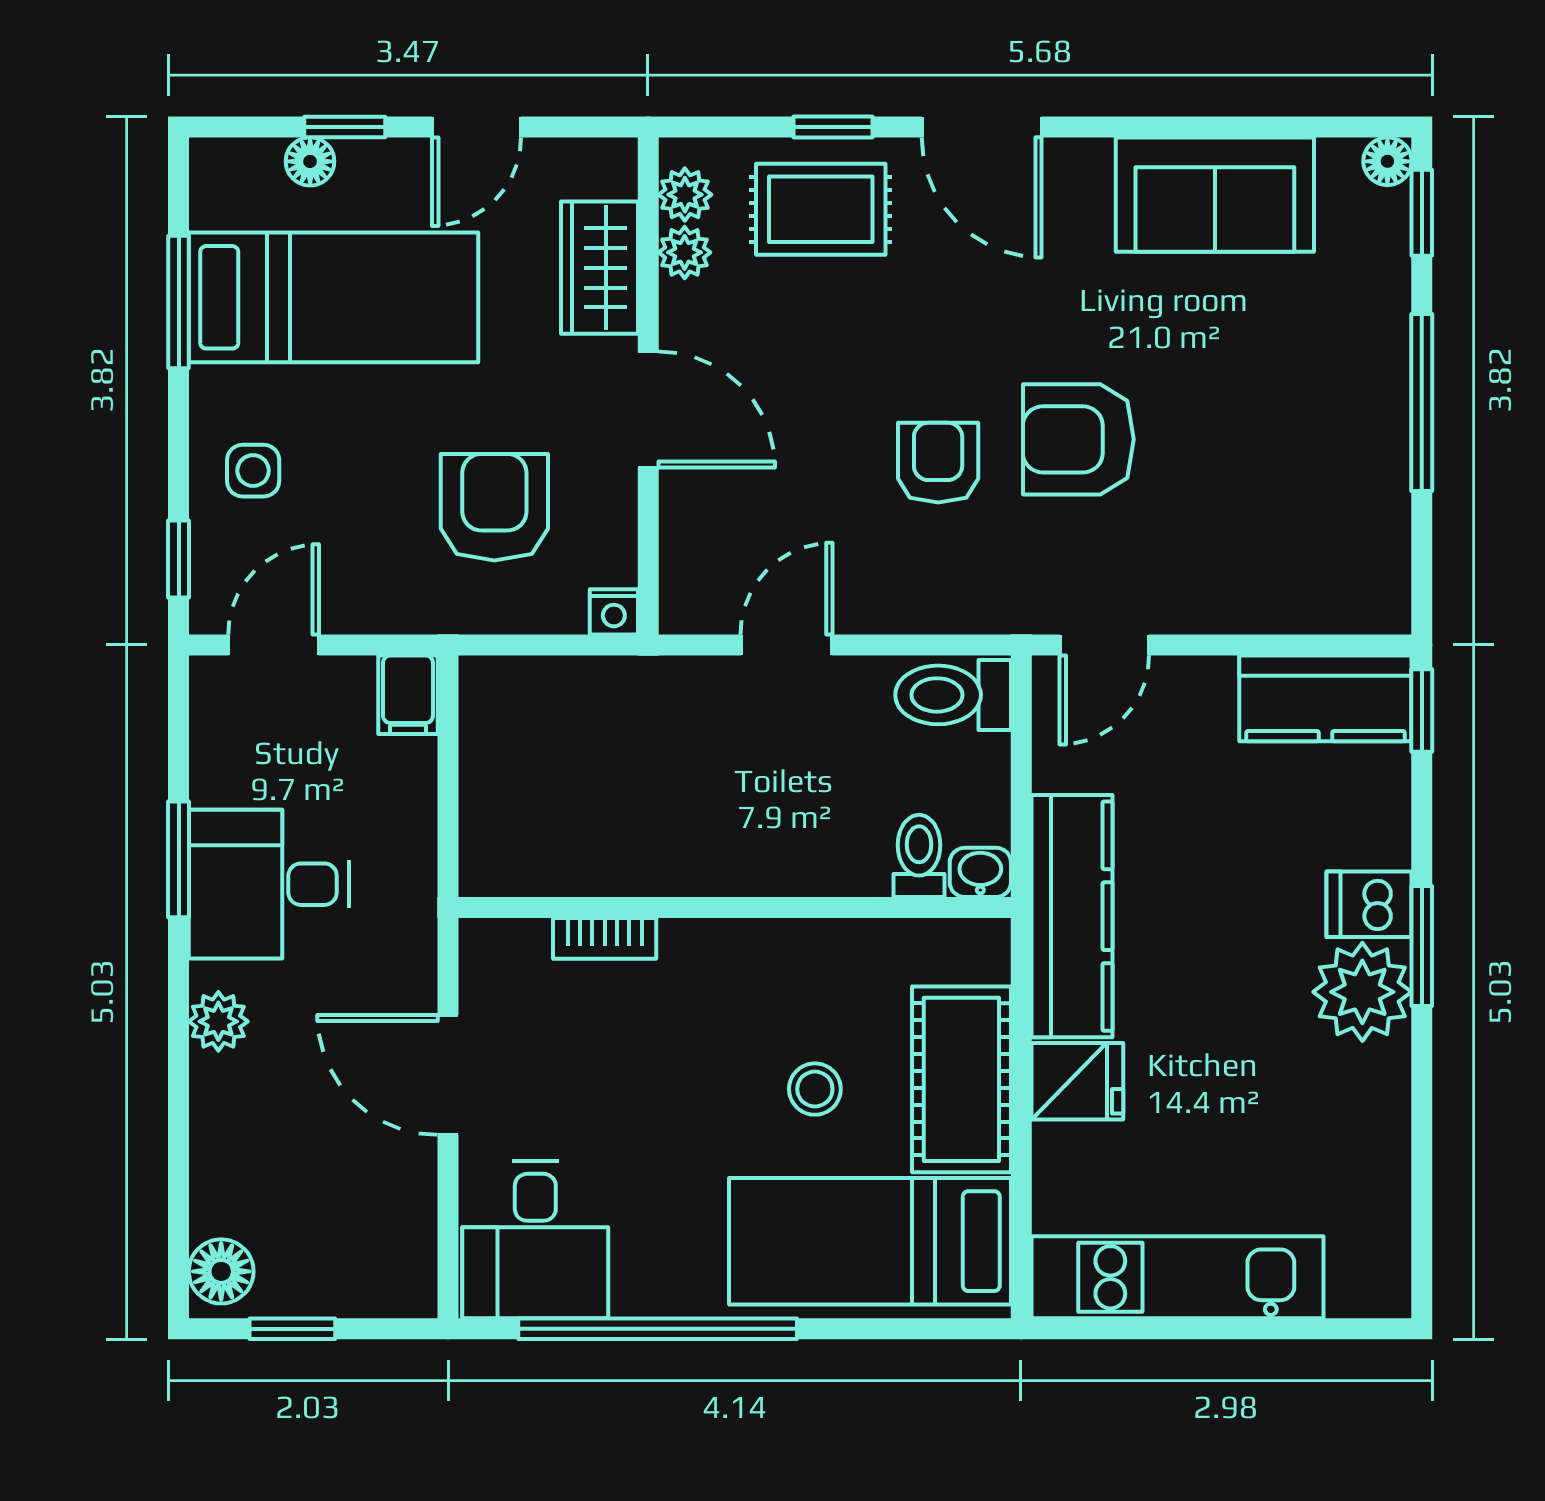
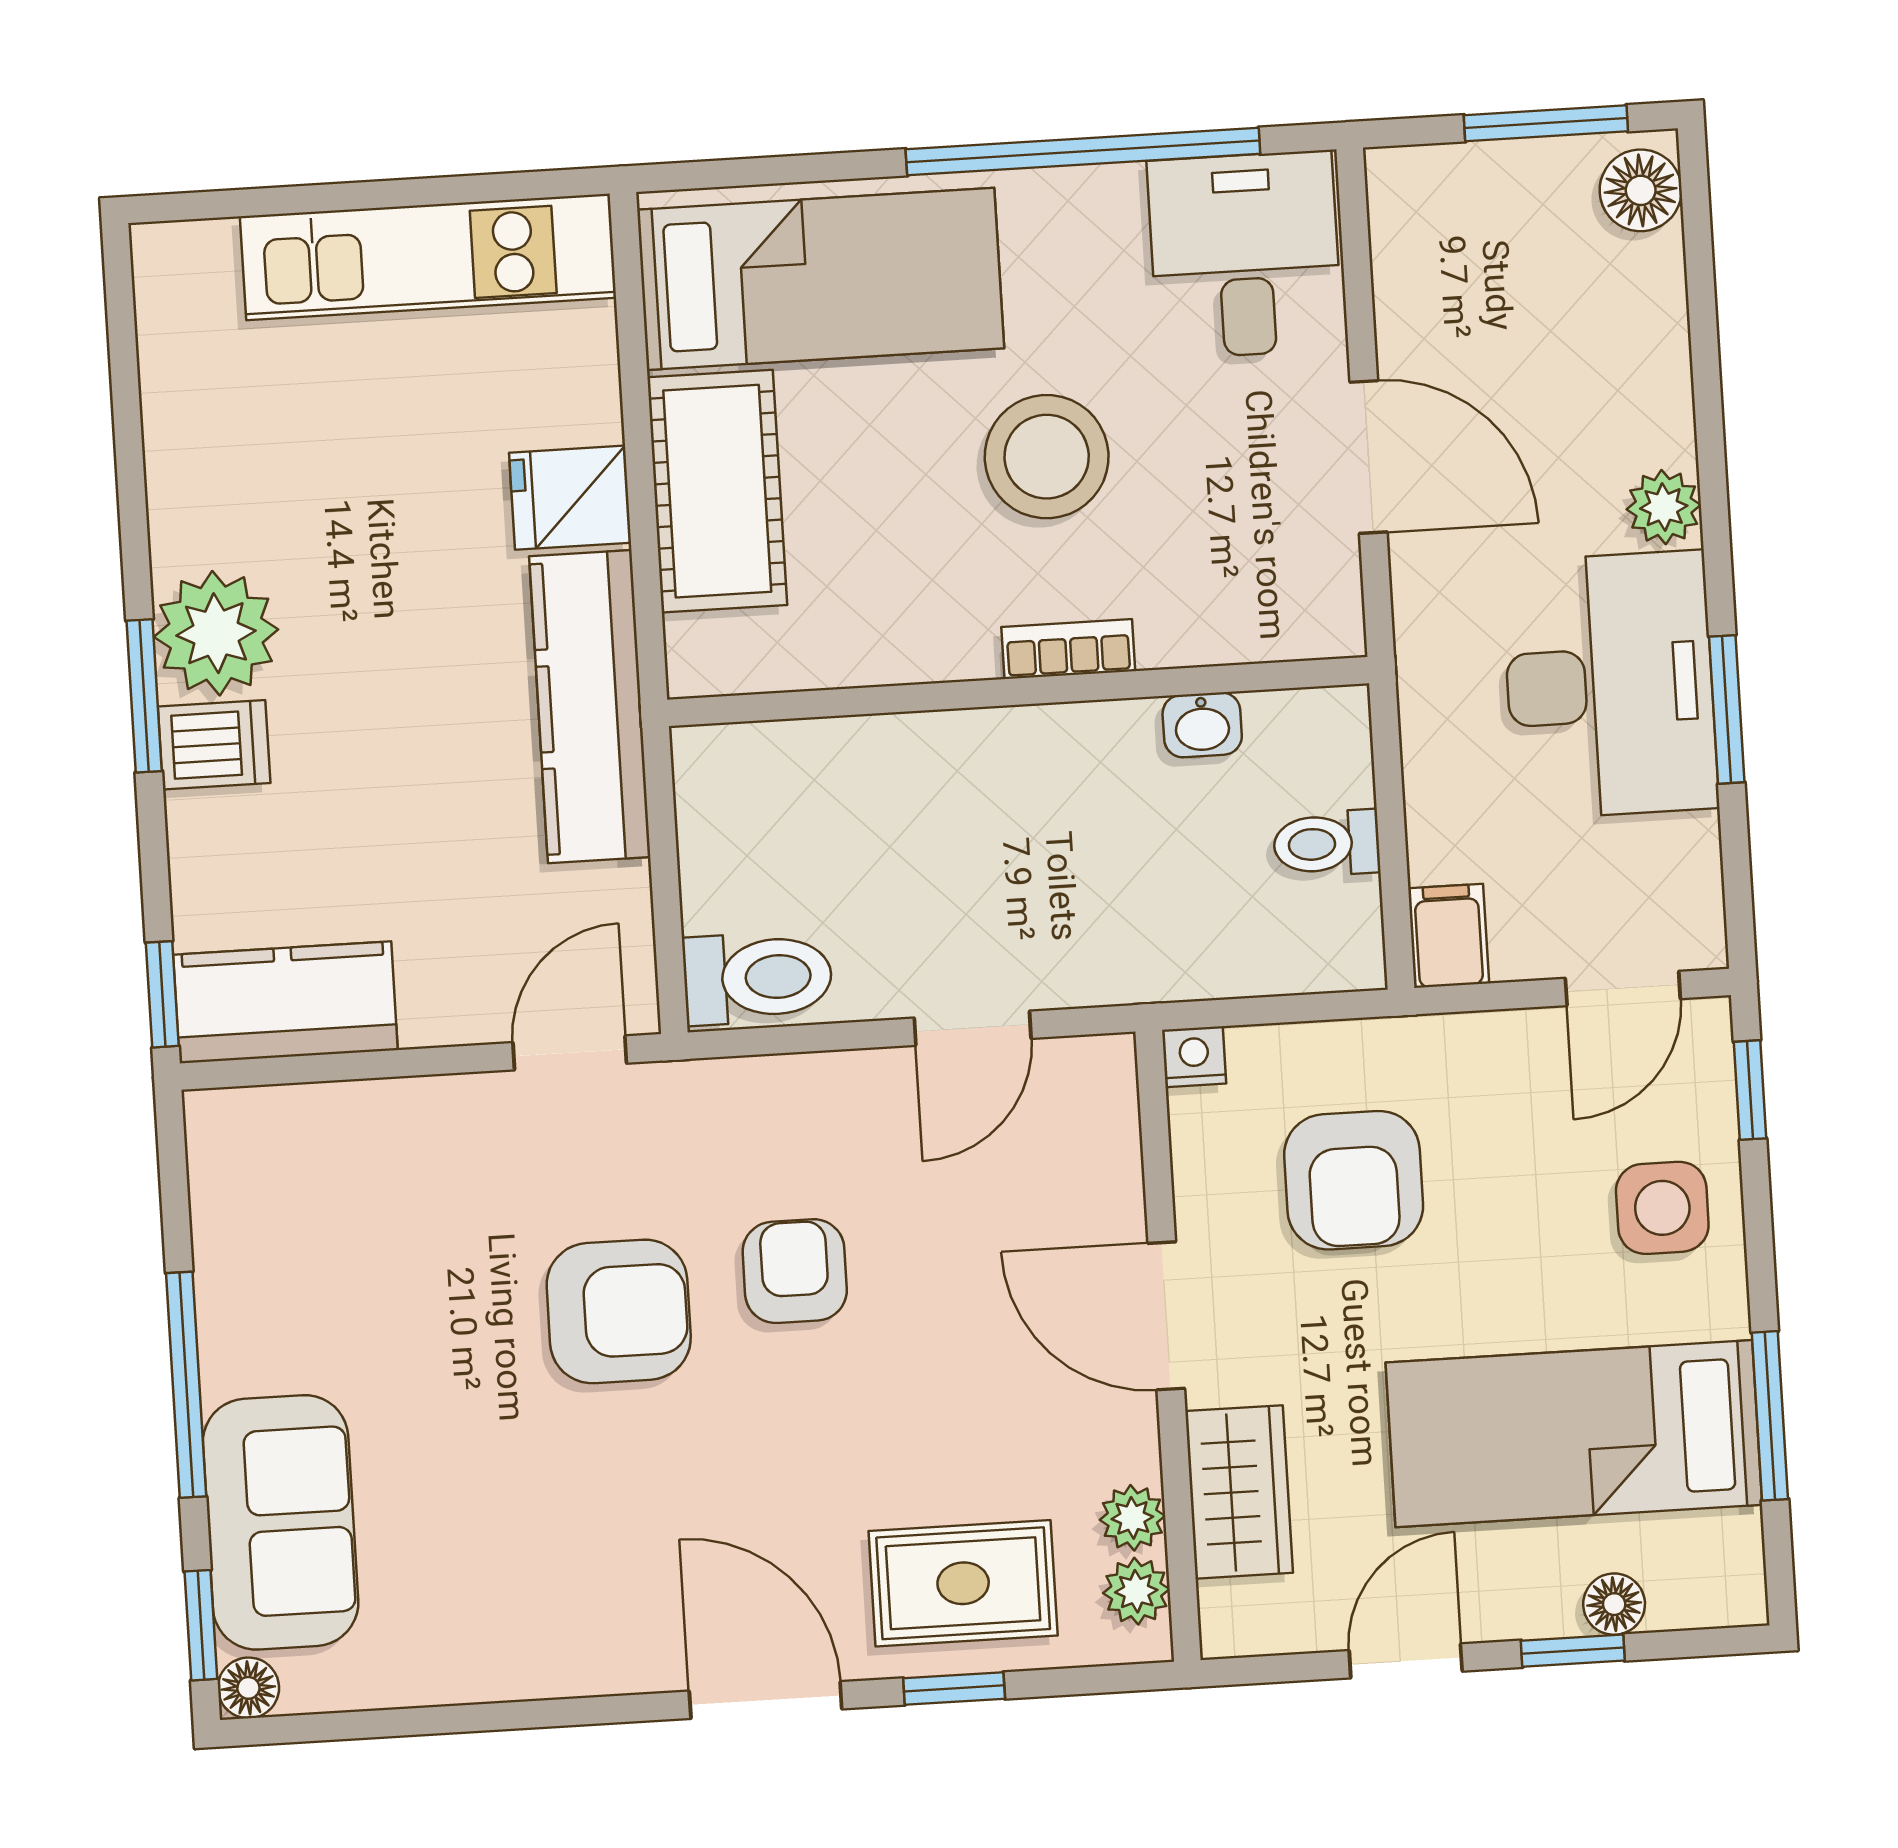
sofa: (1215, 195) -> (281, 1522), moved, turned 90
armchair: (938, 463) -> (795, 1271), turned 180
side table: (253, 471) -> (1662, 1208), width x1.37, depth x1.37
toilet: (919, 856) -> (1327, 844), moved, turned 90
washbasin: (980, 872) -> (1202, 725), moved
desk: (269, 884) -> (1610, 685), width x1.37
bookcase: (605, 938) -> (1068, 649), moved
stool: (815, 1089) -> (1047, 457), moved, width x1.89, depth x1.89
window: (292, 1329) -> (1546, 123), width x1.50

